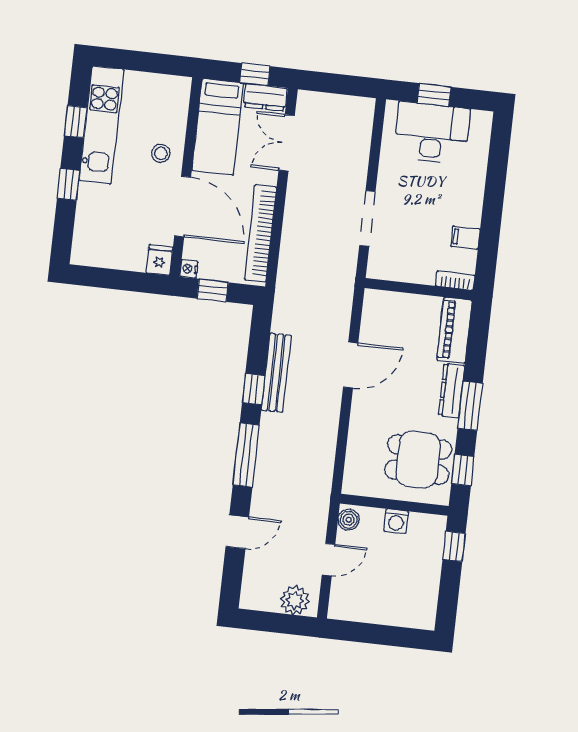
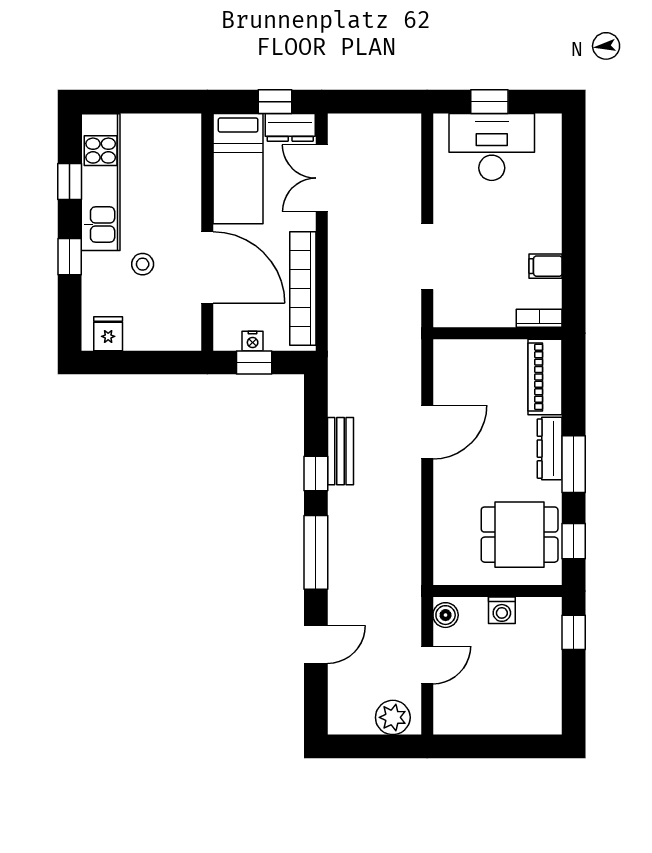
stool: (161, 153) -> (143, 264), moved
fridge: (159, 260) -> (108, 334), moved
nightstand: (189, 269) -> (253, 341), moved, turned -90
bench: (276, 373) -> (340, 451), width x0.73

